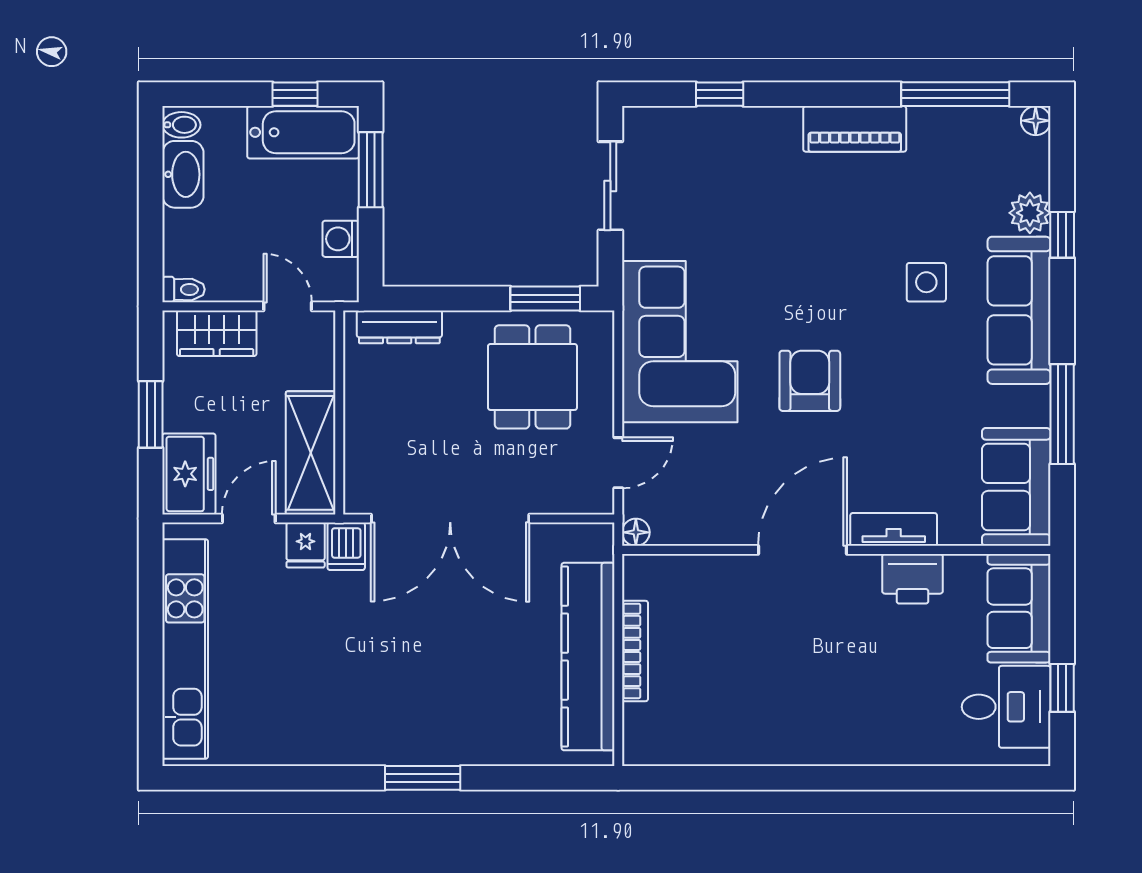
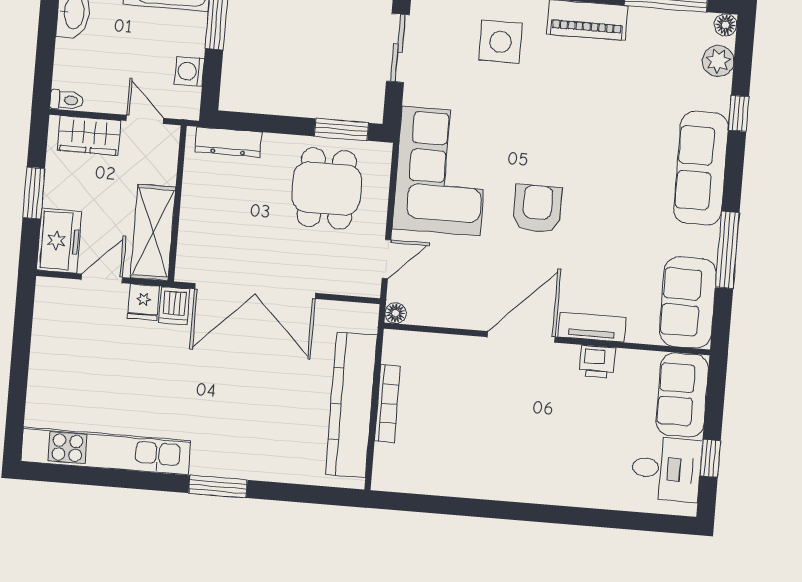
plant: (1030, 213) -> (718, 61), moved
side table: (926, 282) -> (501, 42), moved, width x1.37, depth x1.37
printer: (912, 579) -> (597, 362), width x0.73, depth x0.81
kitchen unit: (185, 649) -> (106, 451), moved, turned -90

